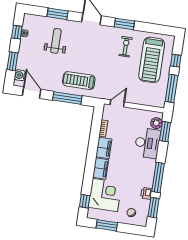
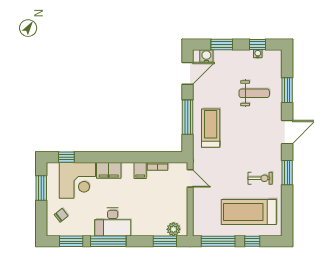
desk: (147, 143) -> (113, 222), moved
filing cabinet: (104, 148) -> (140, 170), width x0.50
printer: (146, 193) -> (87, 230), removed

